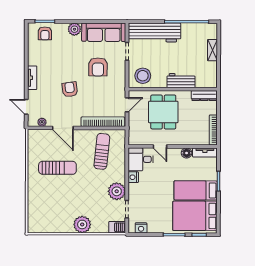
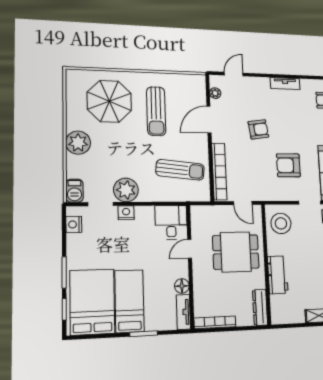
tv unit: (32, 78) -> (285, 83), moved
nightstand: (133, 177) -> (126, 213), moved
parasol: (51, 202) -> (109, 101), added

